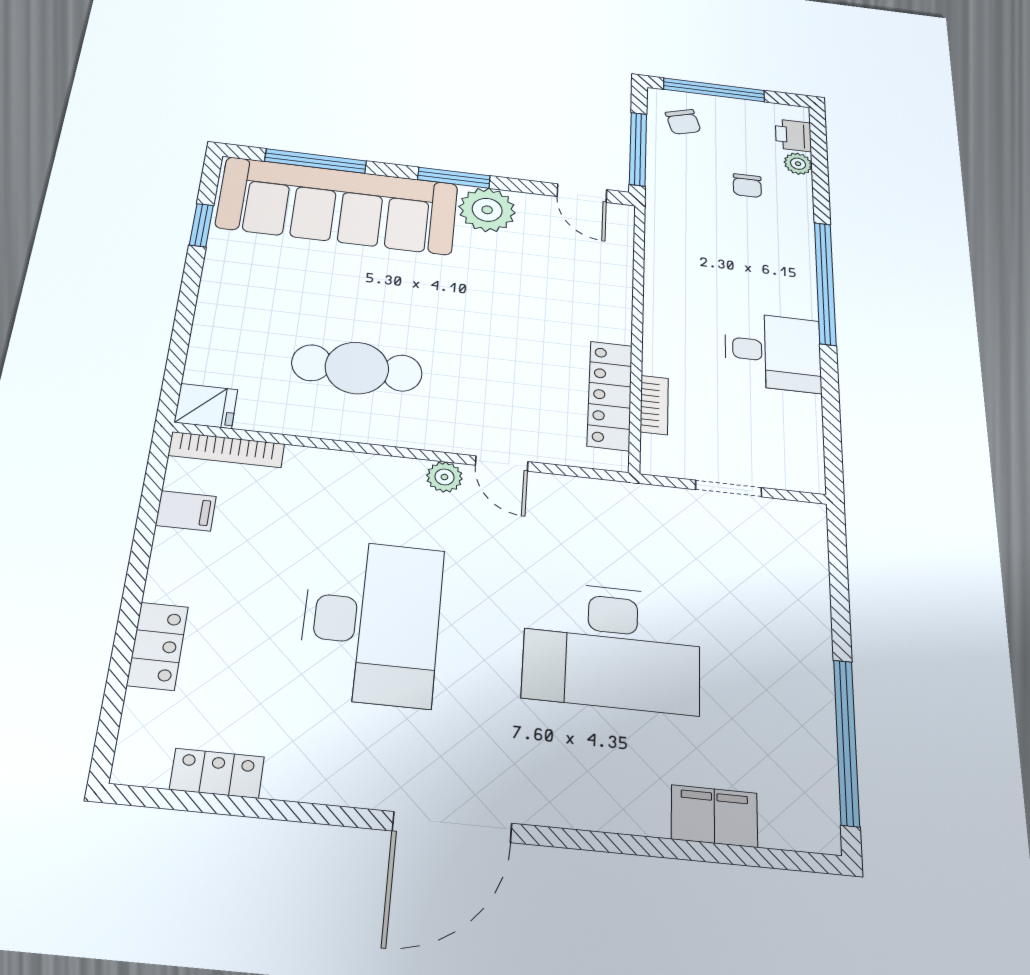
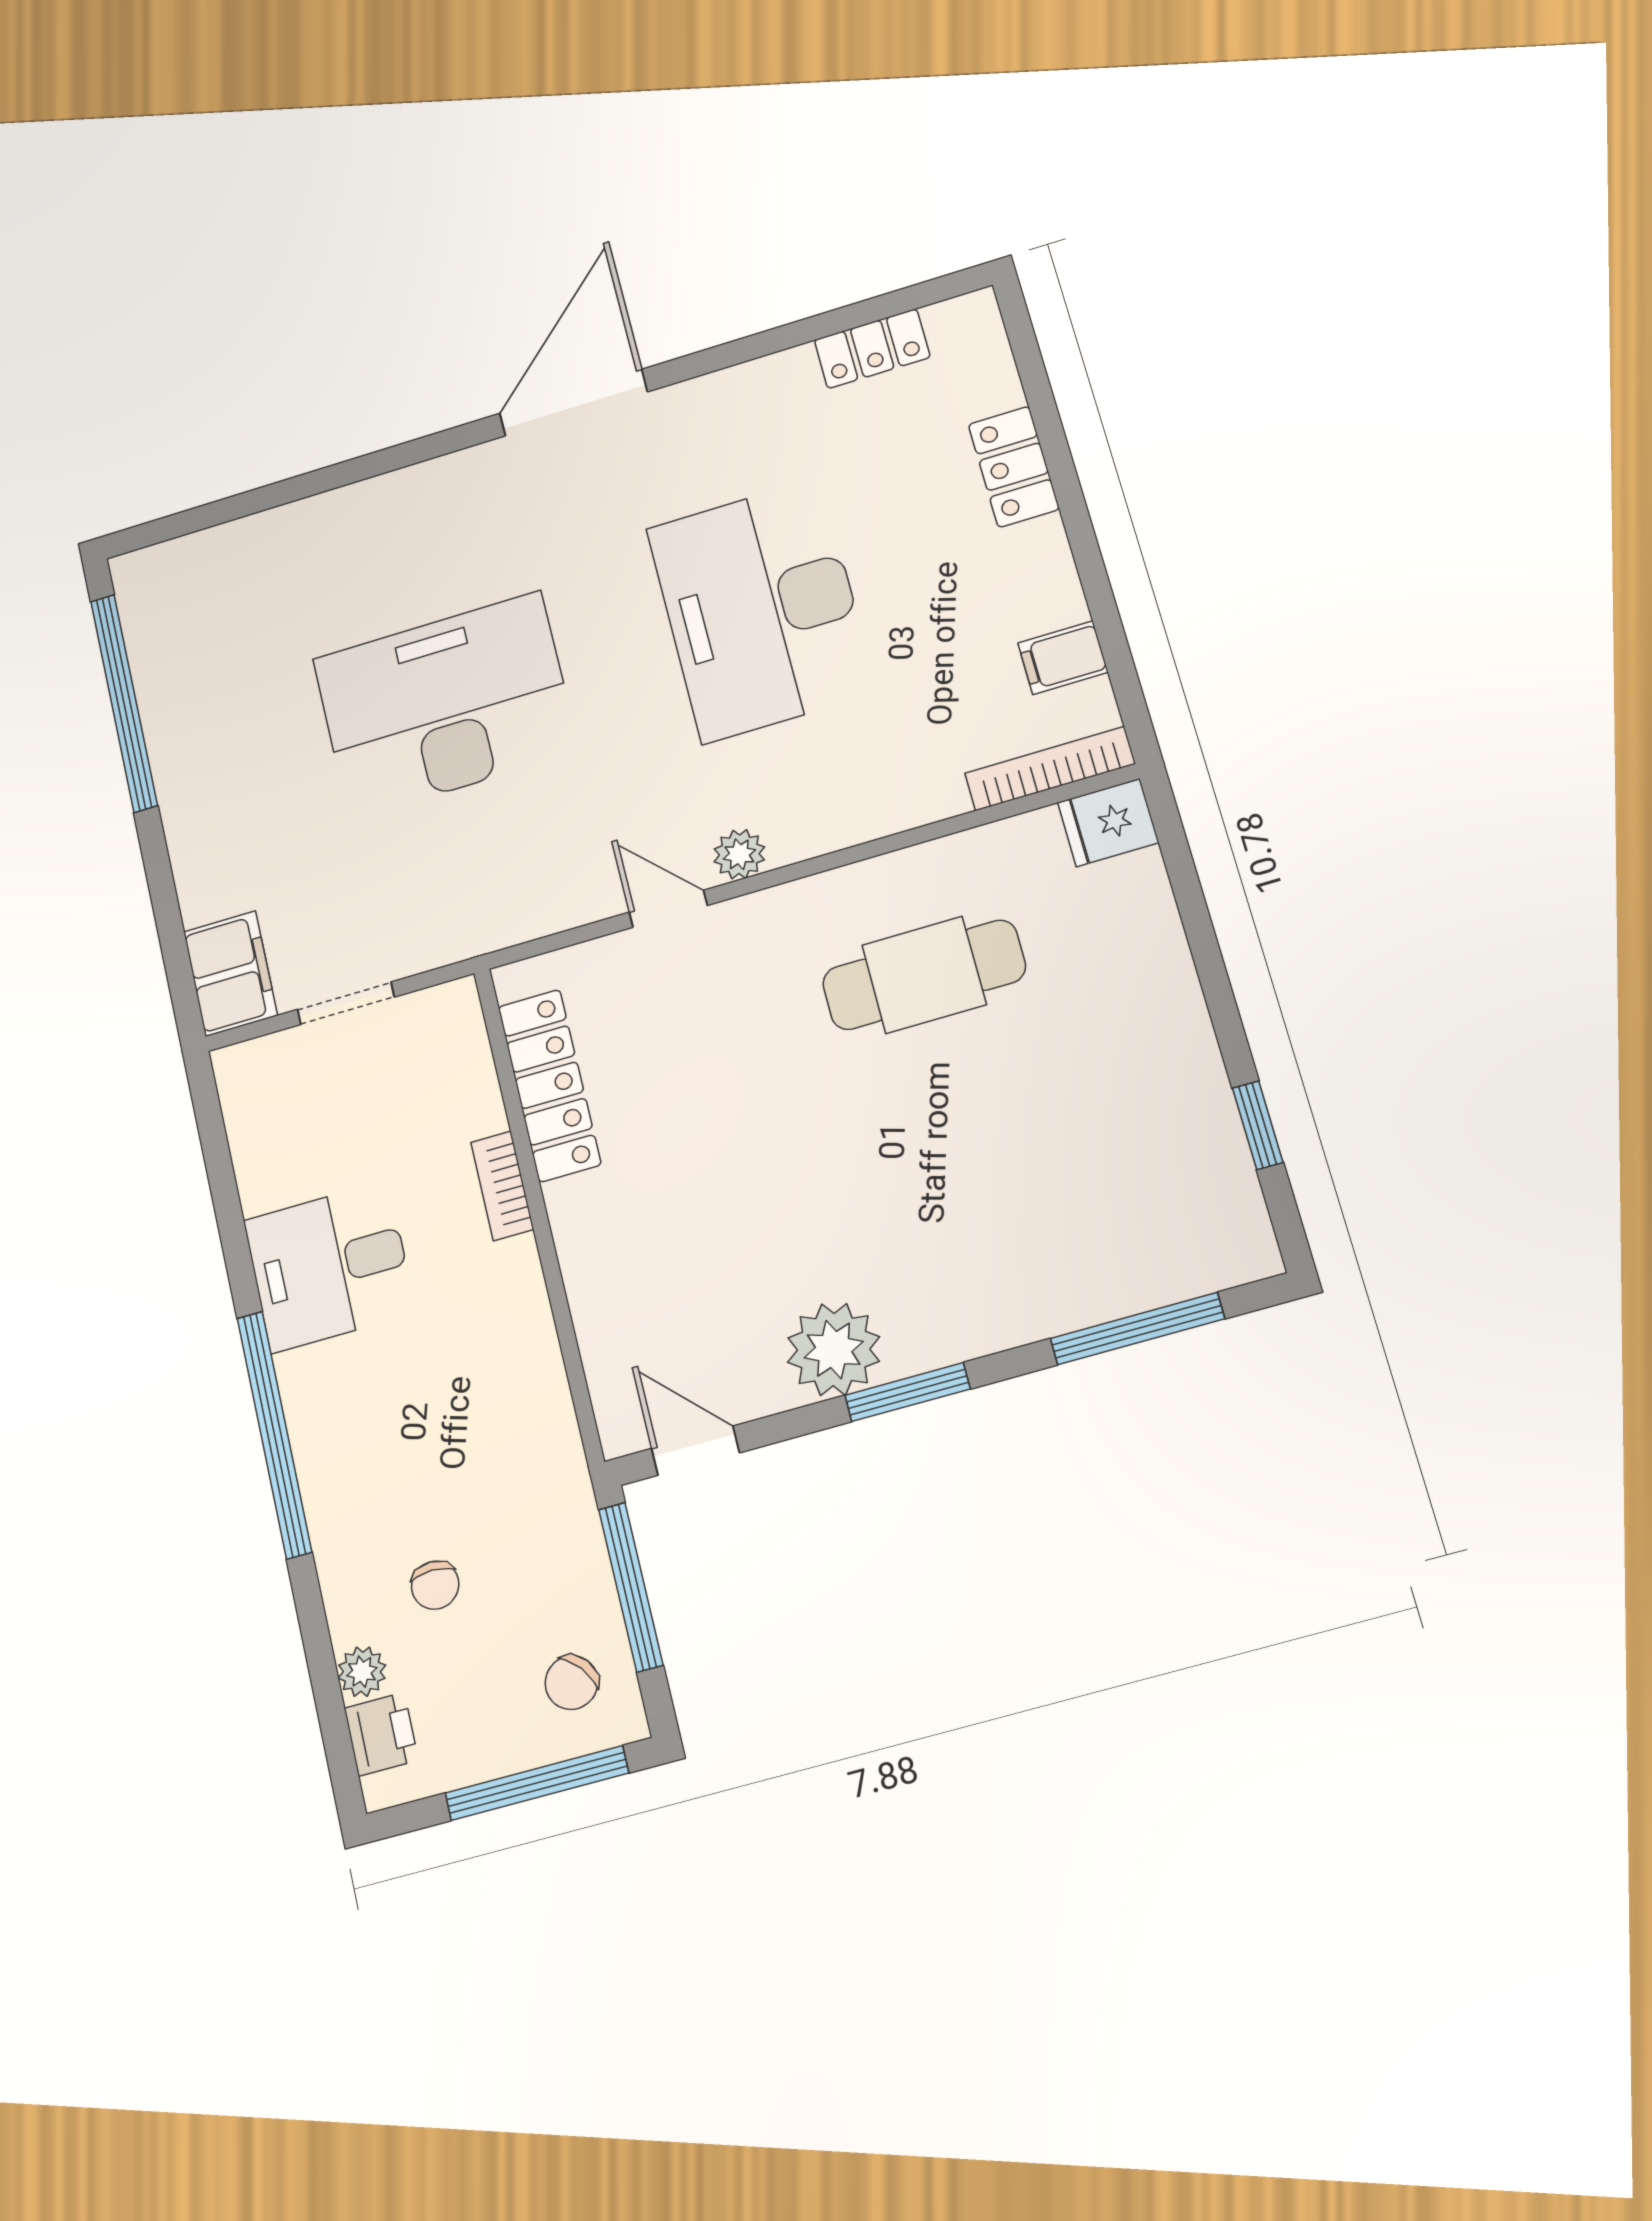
chair: (683, 122) -> (572, 1683), turned -112
chair: (747, 186) -> (435, 1585), turned 180
sofa: (338, 206) -> (1067, 1255), removed
bookcase: (654, 405) -> (502, 1186), moved
filing cabinet: (714, 816) -> (230, 974), moved, turned -90

